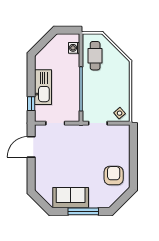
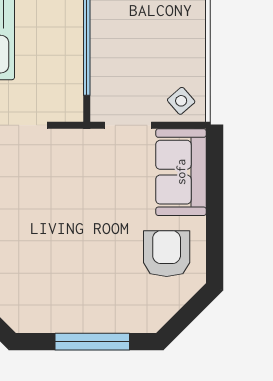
sofa: (71, 198) -> (181, 172), moved, turned -90

